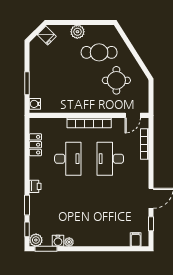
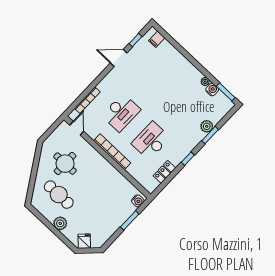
door: (133, 115) -> (77, 128), hinge flipped
printer: (35, 186) -> (192, 143), removed
window: (27, 229) -> (188, 159), moved
plant: (36, 240) -> (207, 126), moved

